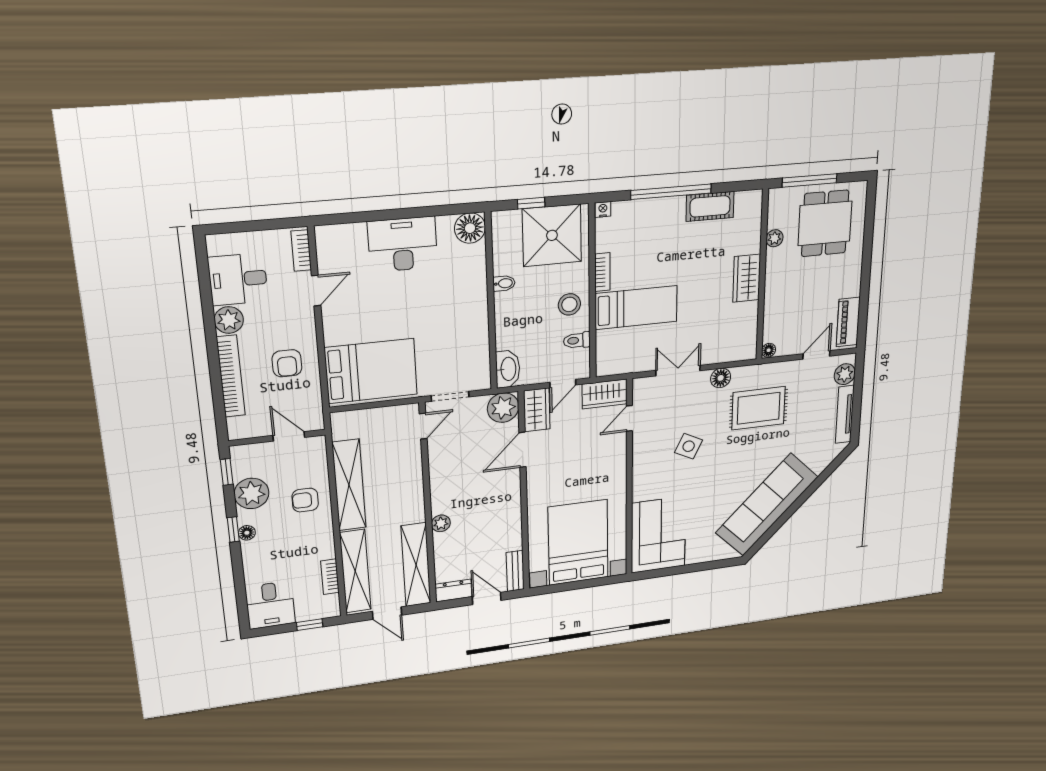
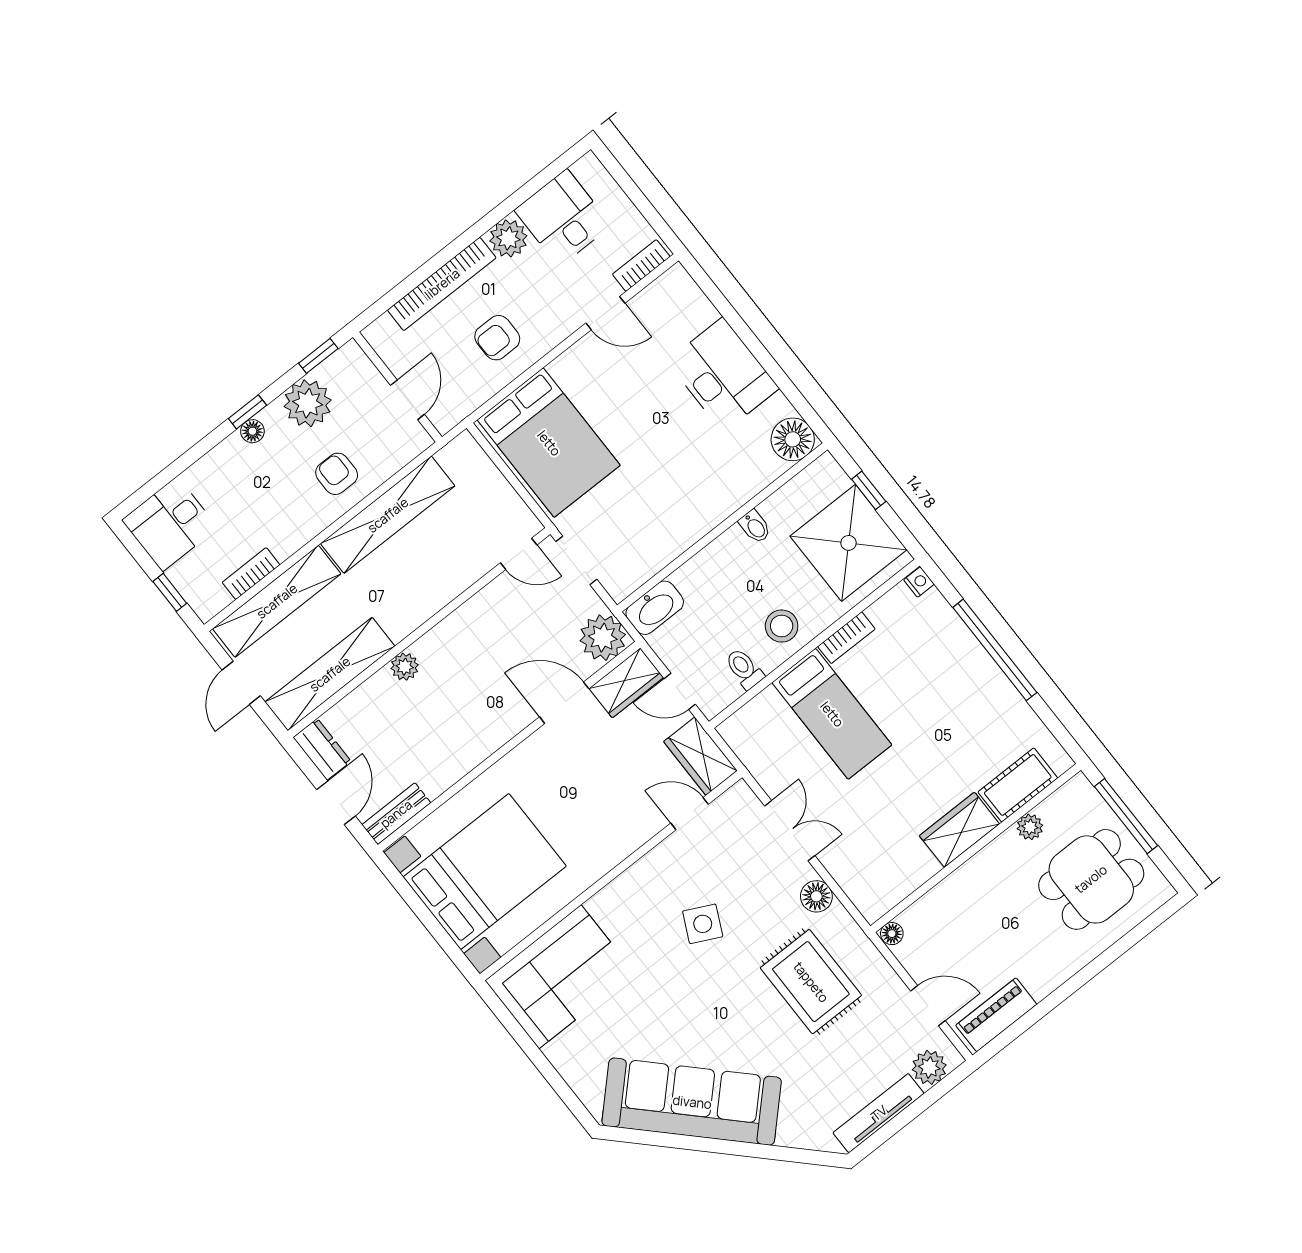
cot: (710, 206) -> (1018, 785), moved, turned 90

